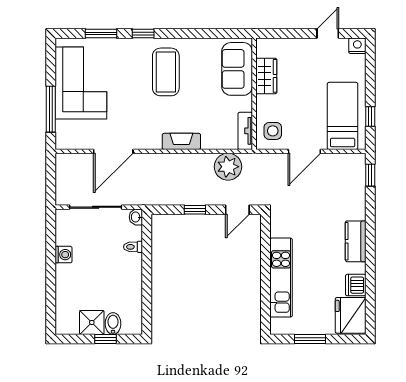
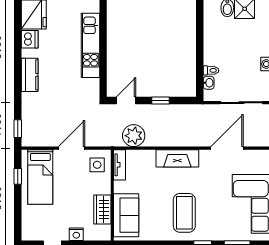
nightstand: (357, 46) -> (76, 234), moved
fireplace: (181, 141) -> (177, 158), width x1.37, depth x1.32
washbasin: (136, 217) -> (209, 83), moved

